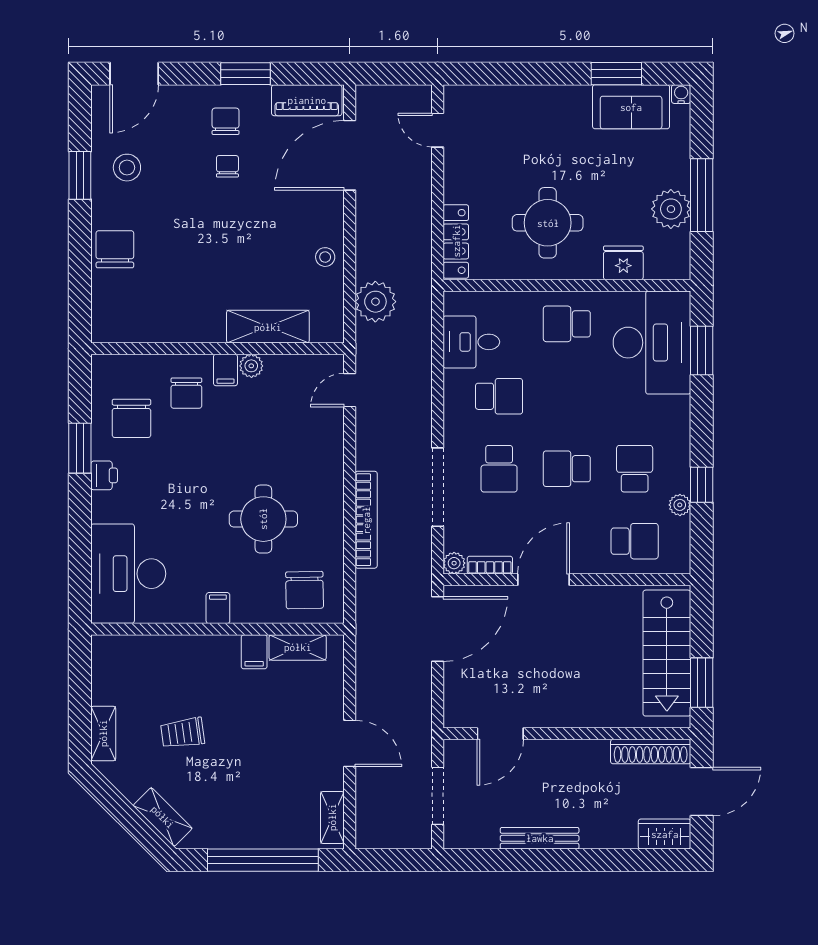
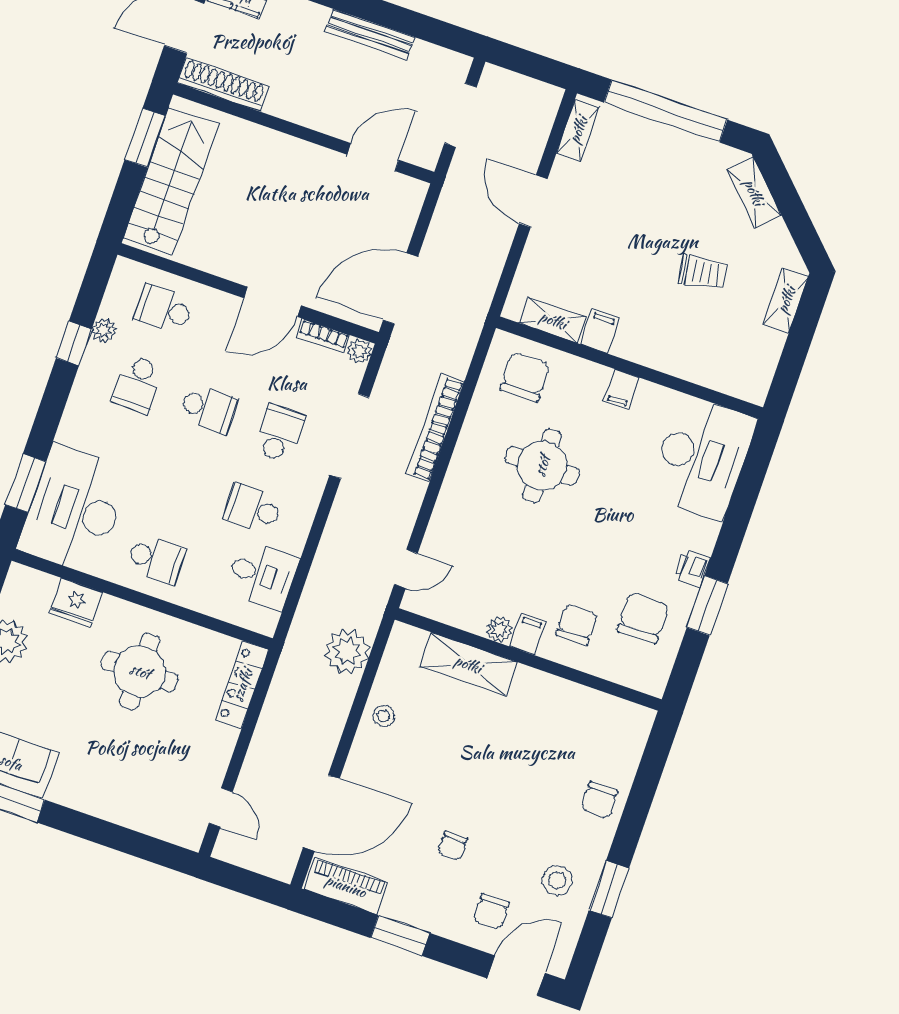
chair: (226, 121) -> (491, 912), moved
chair: (115, 249) -> (599, 800), width x0.73, depth x0.73

